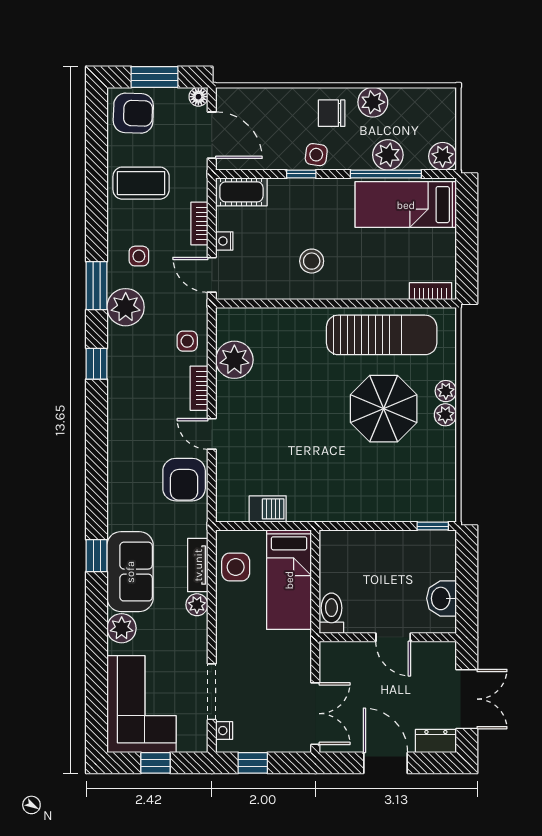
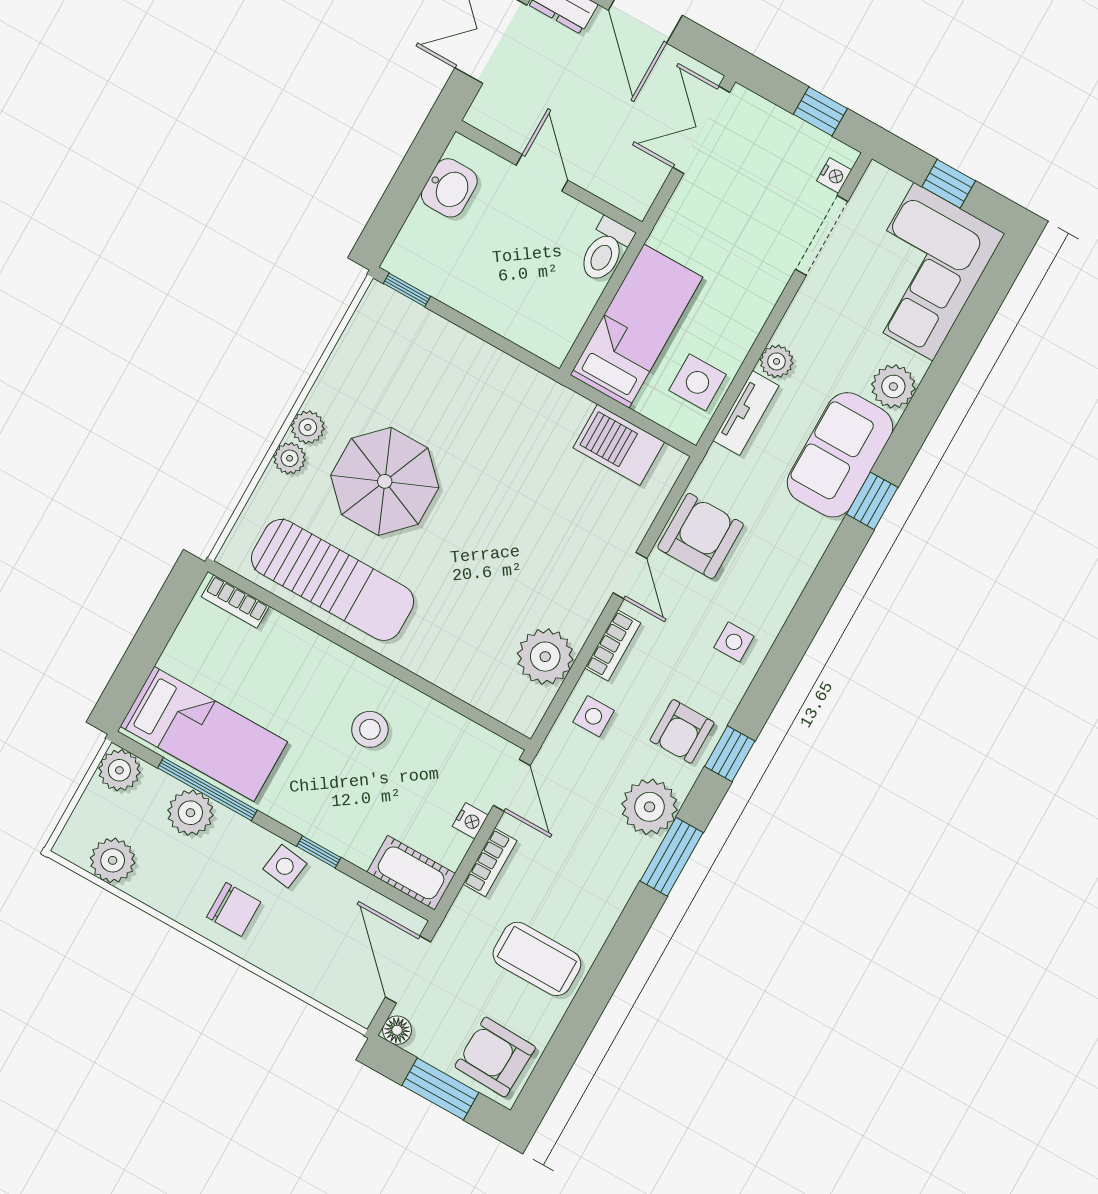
plant: (373, 102) -> (113, 860), moved
side table: (139, 256) -> (734, 642), moved
sun lounger: (382, 335) -> (333, 580), turned 180
armchair: (131, 361) -> (682, 731), added
barbecue: (268, 509) -> (619, 445), width x1.38, depth x1.27

